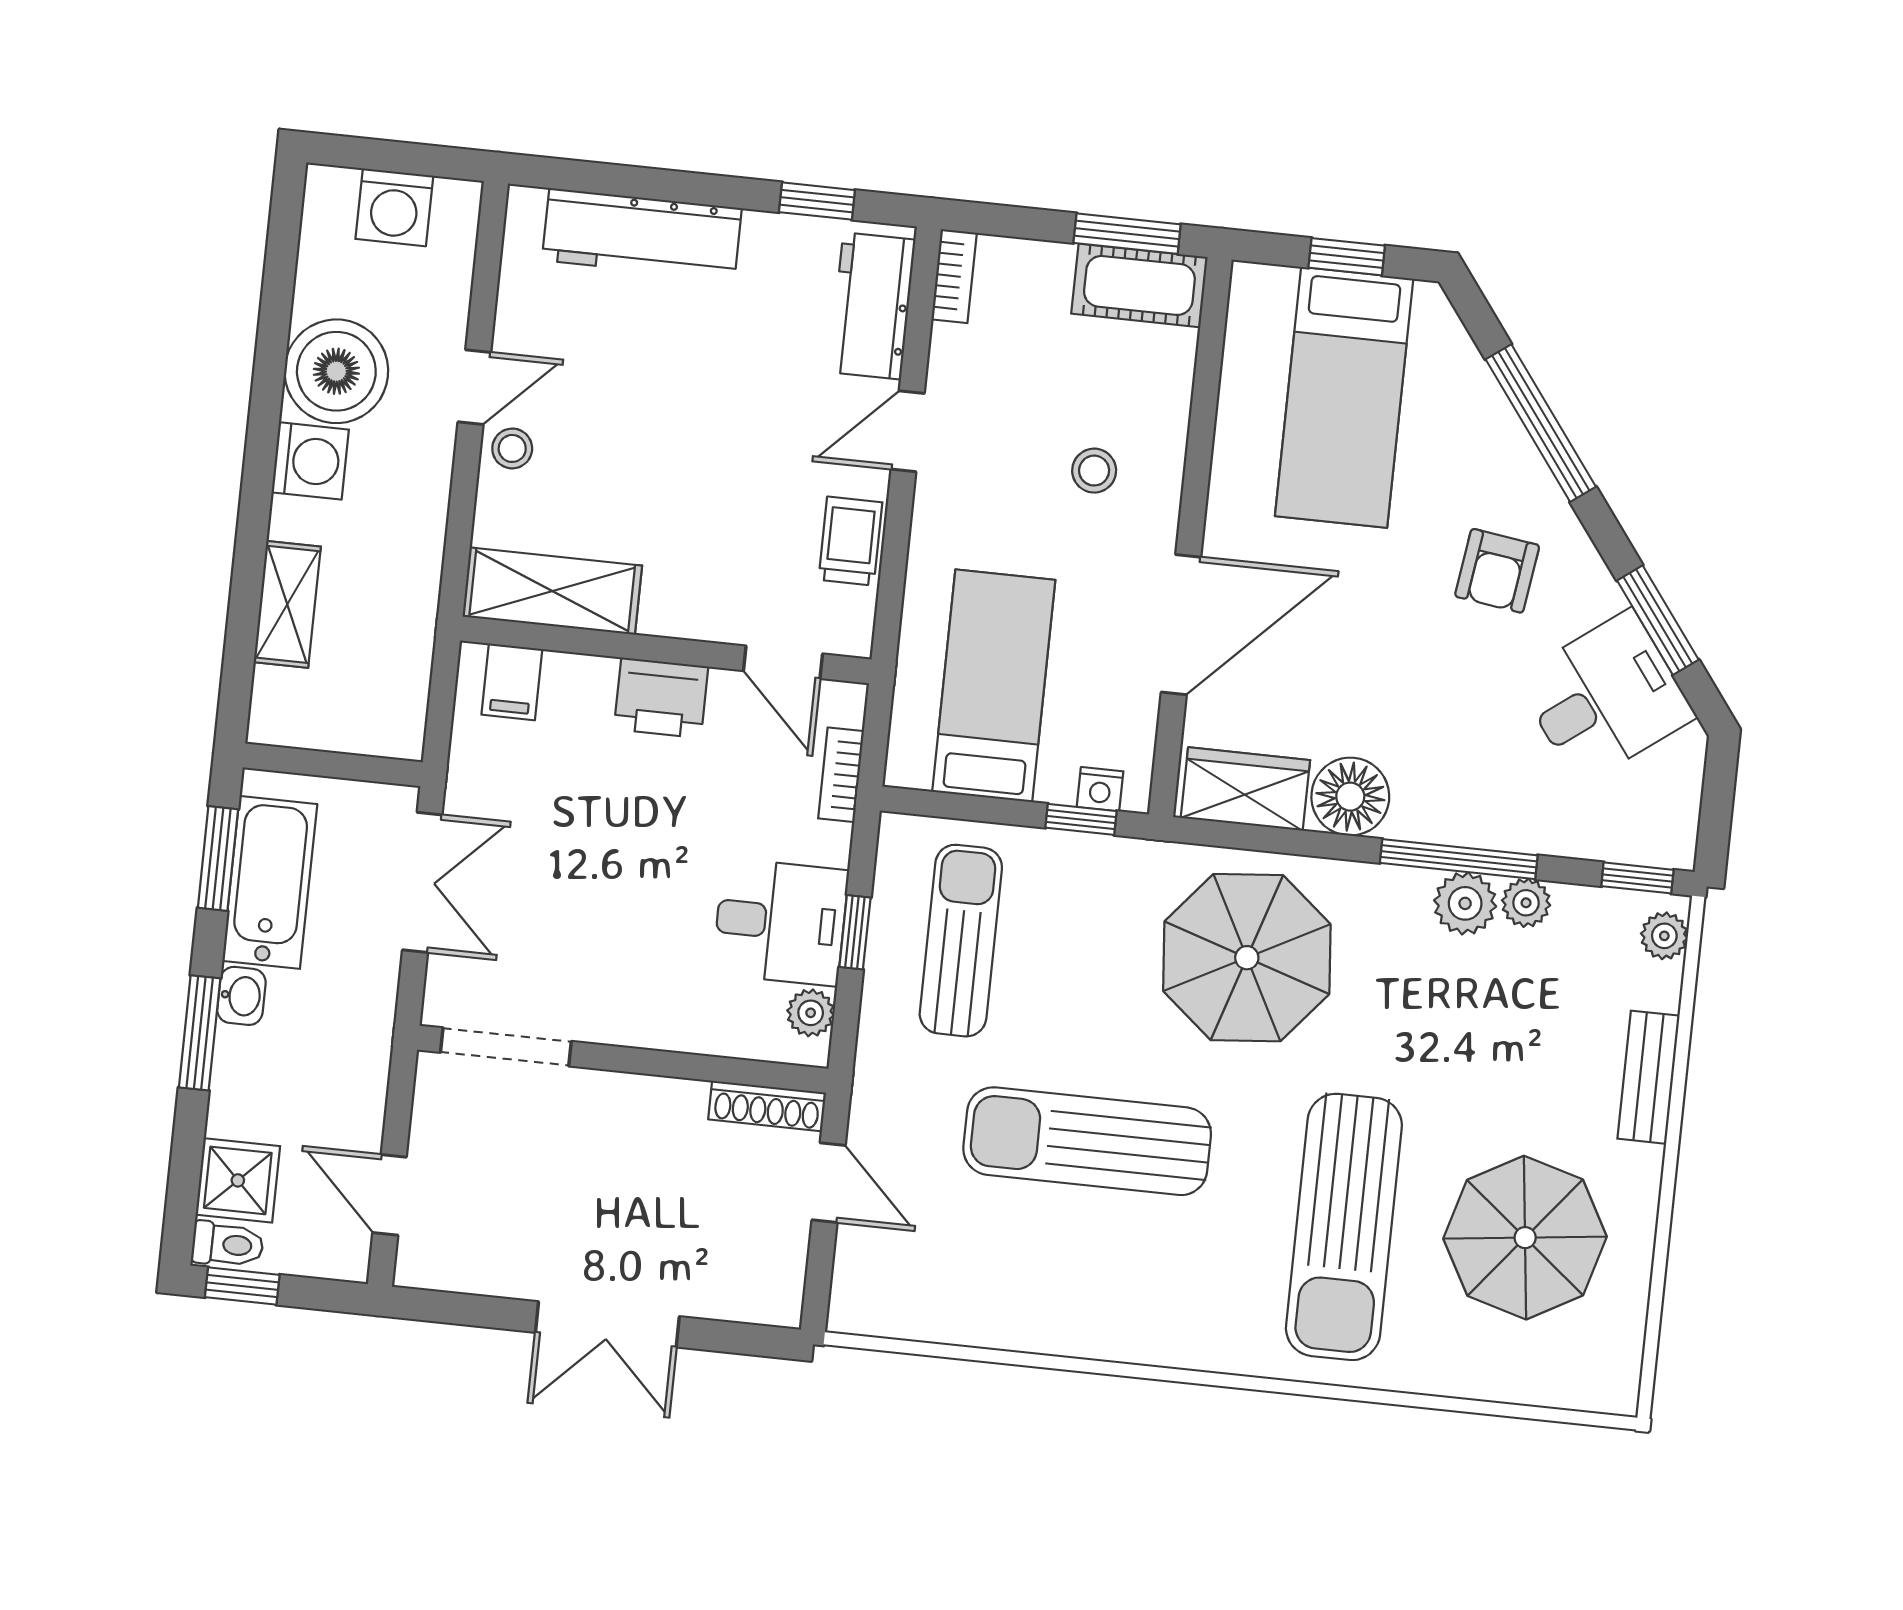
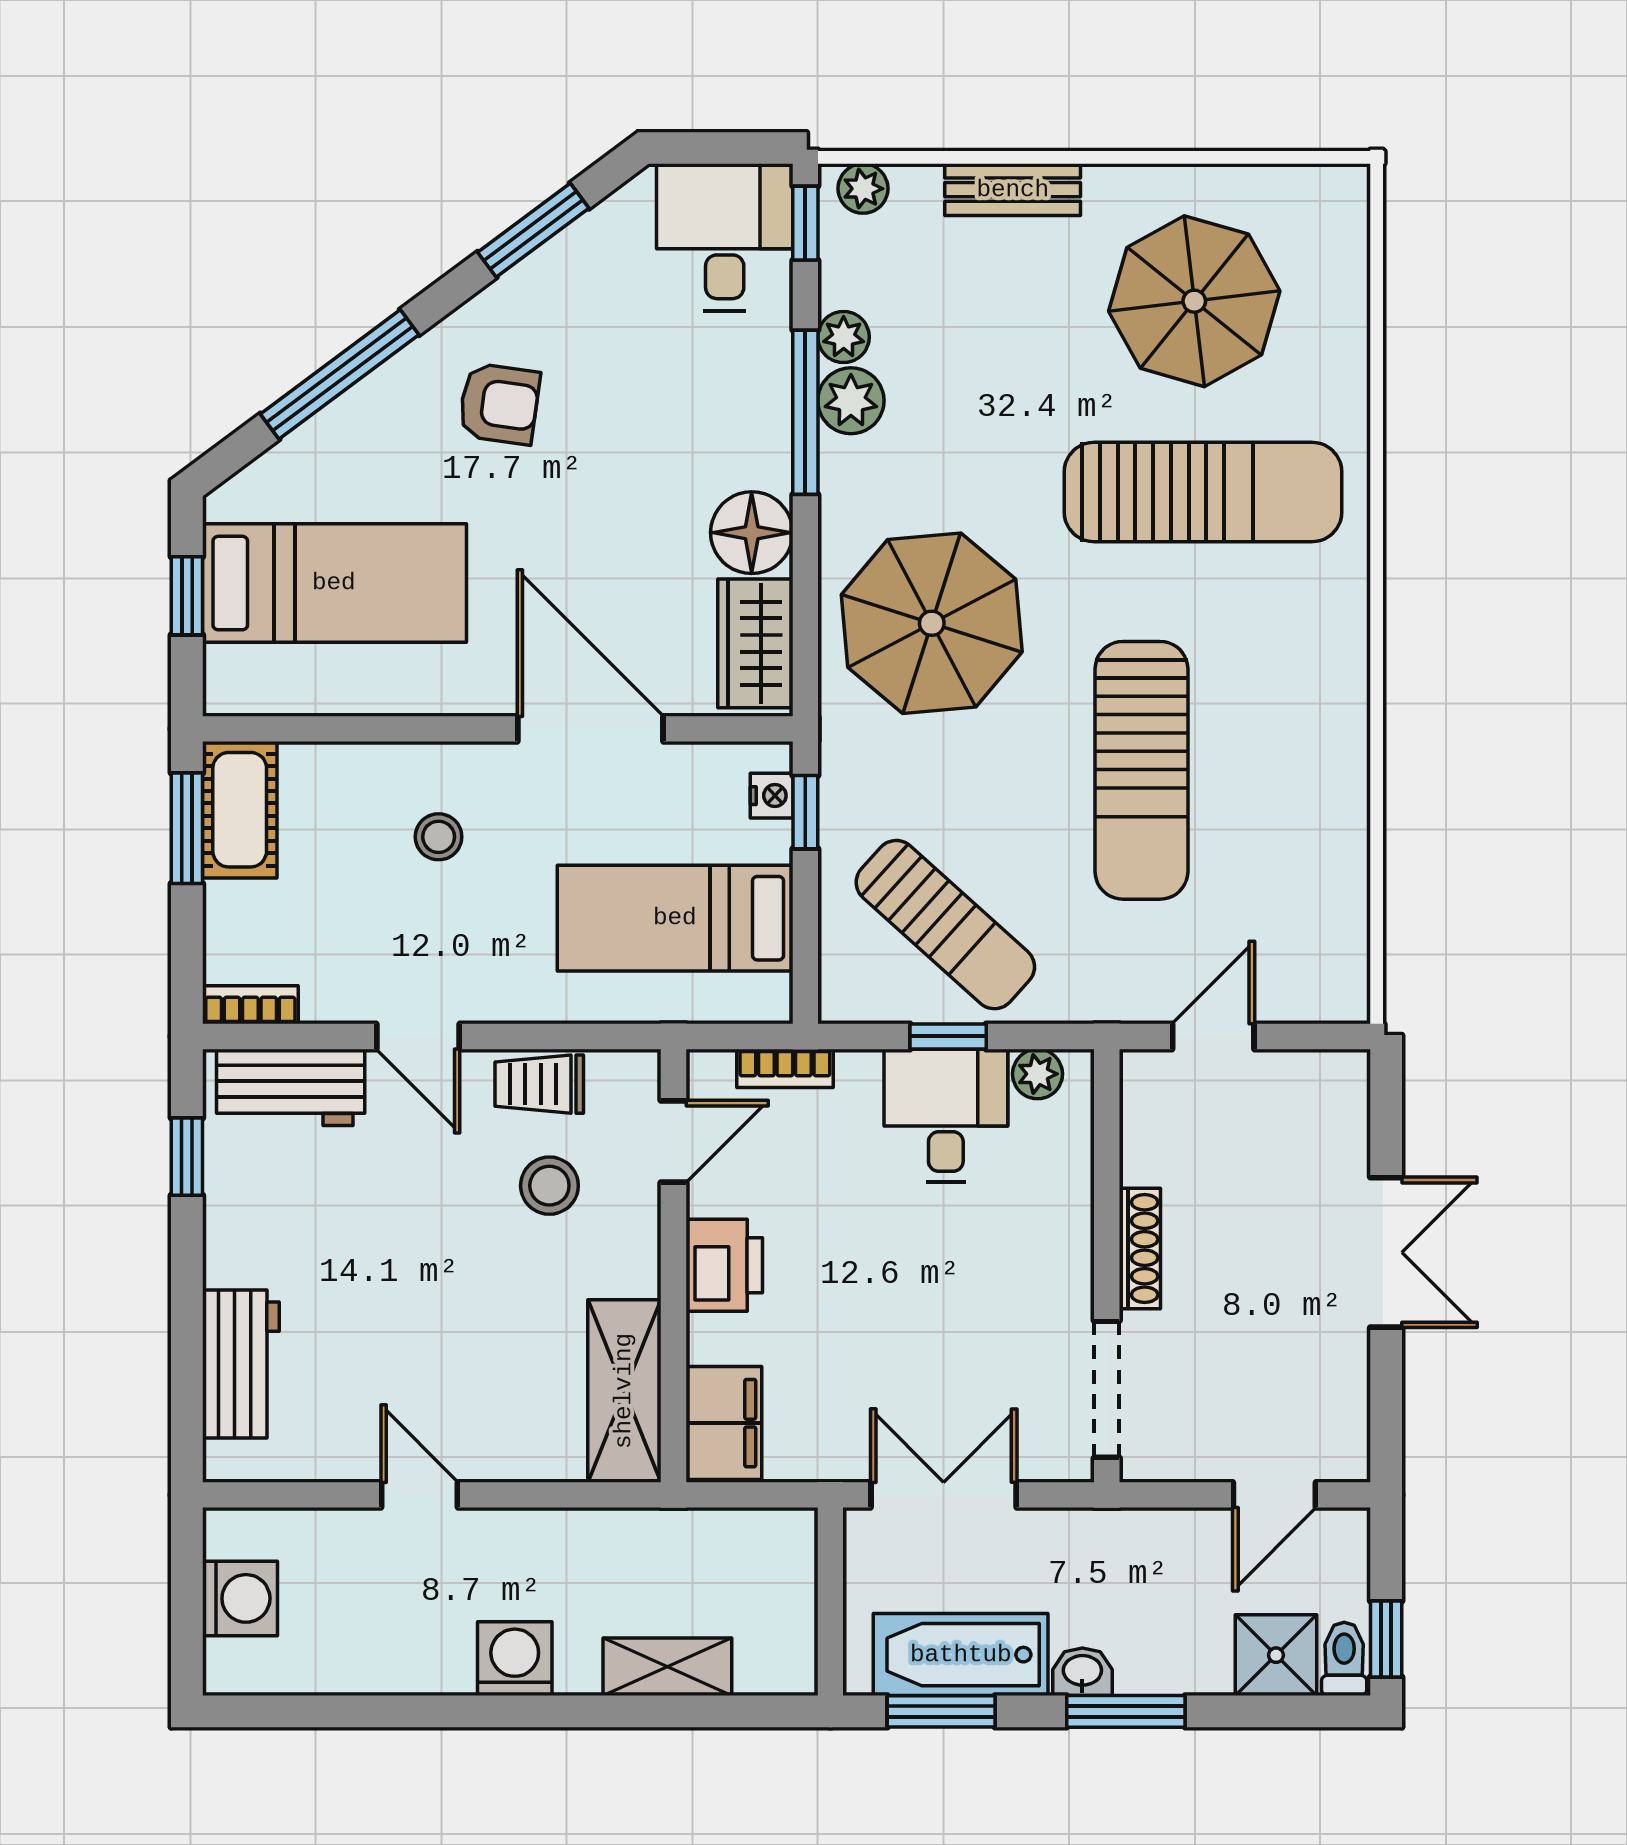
workbench: (642, 234) -> (241, 1364), width x0.73
boiler: (336, 371) -> (418, 1641), removed
stool: (512, 448) -> (549, 1186), moved, width x1.37, depth x1.37
filing cabinet: (512, 682) -> (724, 1423), width x2.00
desk: (1605, 697) -> (725, 237), moved, turned 37
sun lounger: (961, 941) -> (945, 925), turned -138
shoe rack: (767, 1106) -> (1140, 1249), moved

